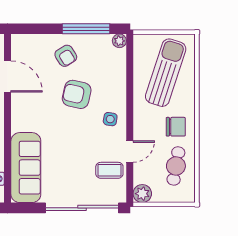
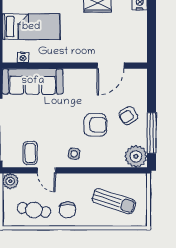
plant: (119, 41) -> (136, 156), width x1.87, depth x1.87
sun lounger: (166, 73) -> (114, 201), width x0.73, depth x0.75
armchair: (77, 94) -> (95, 125), turned 77

